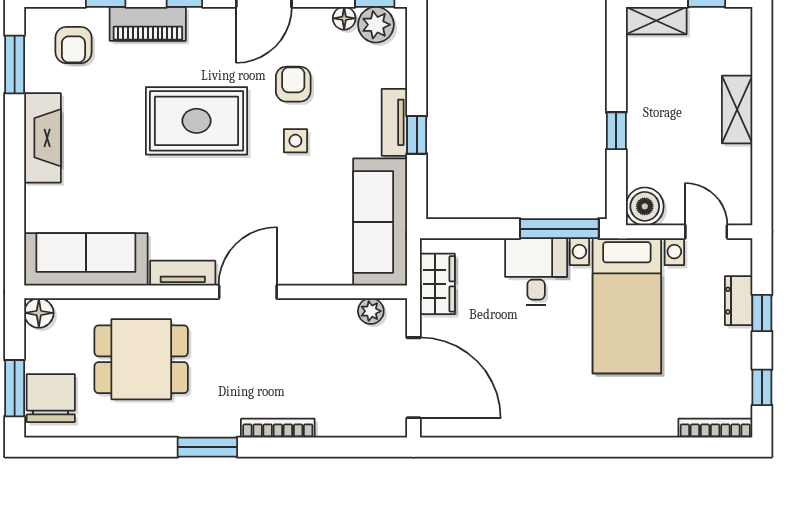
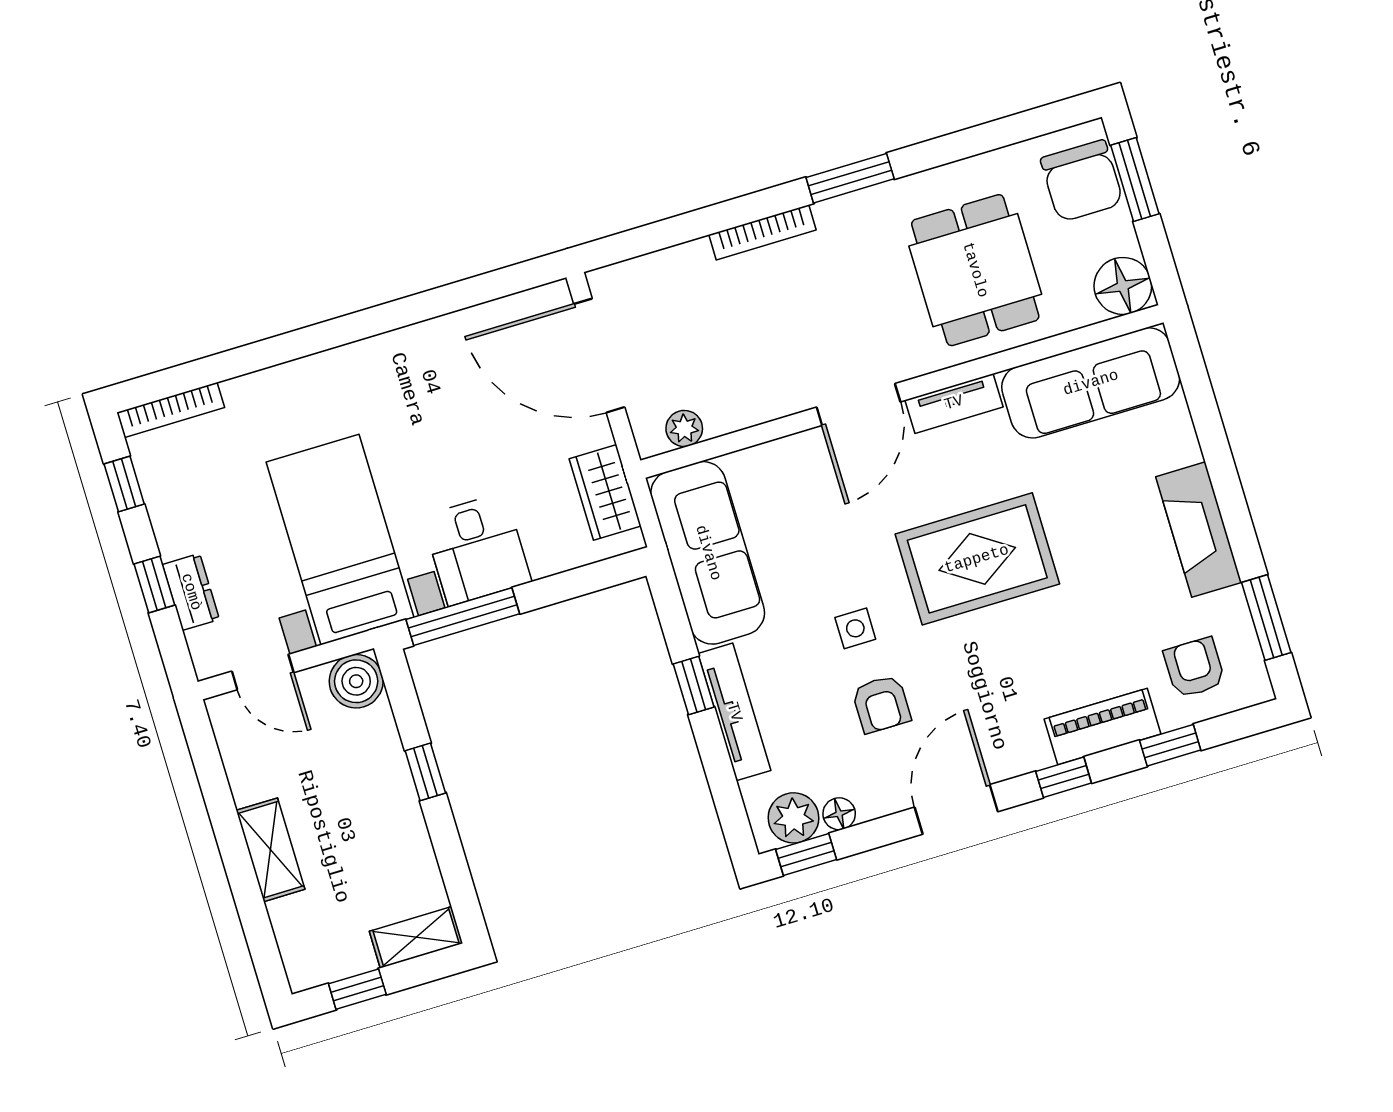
rug: (197, 121) -> (977, 559), moved
tv unit: (394, 122) -> (734, 712), width x1.41
floor lamp: (39, 313) -> (1123, 286), width x1.38, depth x1.38
dining table: (141, 359) -> (975, 270), turned 90

